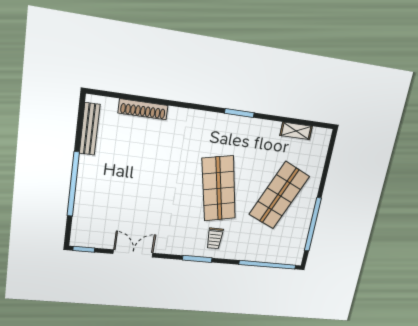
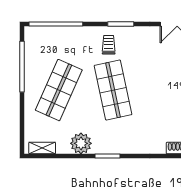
shelving: (296, 131) -> (42, 148), moved
plant: (267, 132) -> (81, 143), added

